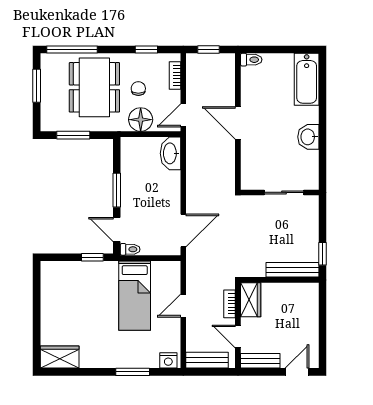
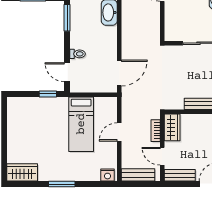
window: (117, 190) -> (67, 18), moved
toilet: (130, 249) -> (78, 54), moved
window: (133, 372) -> (62, 184), moved

